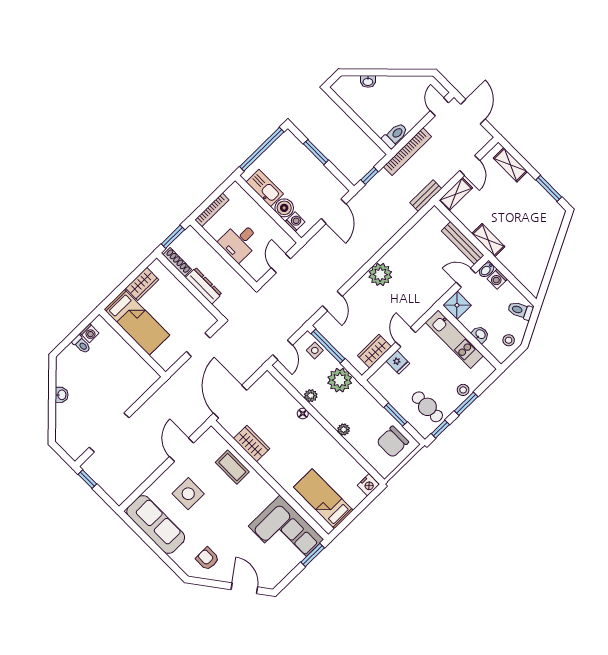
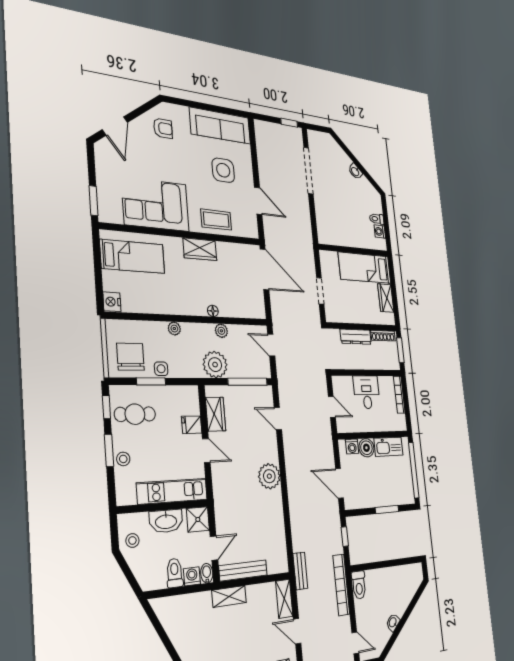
washbasin: (368, 81) -> (393, 622), moved
toilet: (520, 310) -> (175, 573), moved, turned -63
washbasin: (480, 334) -> (166, 521), width x1.91, depth x1.45
side table: (315, 350) -> (161, 369), moved
wardrobe: (252, 444) -> (200, 249), moved
corner sofa: (286, 533) -> (156, 204), moved
door: (244, 588) -> (115, 126), hinge flipped

